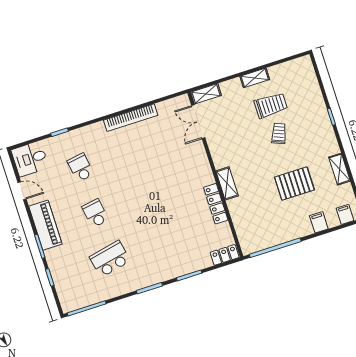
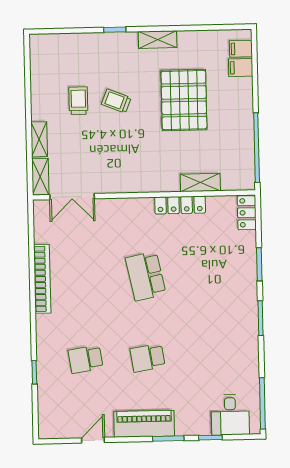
shelving: (255, 78) -> (39, 139), moved
trolley: (271, 105) -> (78, 101), width x0.73, depth x0.72
desk: (30, 159) -> (230, 415), moved
shelving: (339, 169) -> (158, 40), moved
shelving: (227, 183) -> (200, 182), moved
pallet: (294, 184) -> (184, 100), width x1.37, depth x1.41
filing cabinet: (319, 222) -> (241, 68), moved
school desk: (110, 259) -> (146, 276), moved

